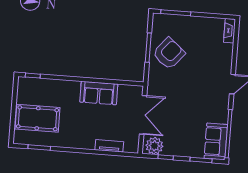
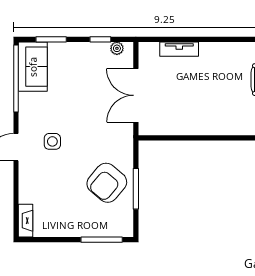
side table: (206, 86) -> (52, 141), added
sofa: (99, 93) -> (199, 121), removed
plant: (154, 146) -> (117, 48), width x0.53, depth x0.53

